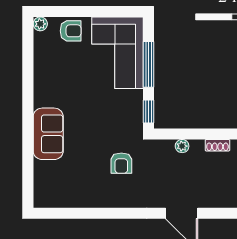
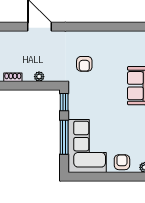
armchair: (71, 31) -> (122, 162), turned 90
armchair: (121, 163) -> (84, 64), turned 180

